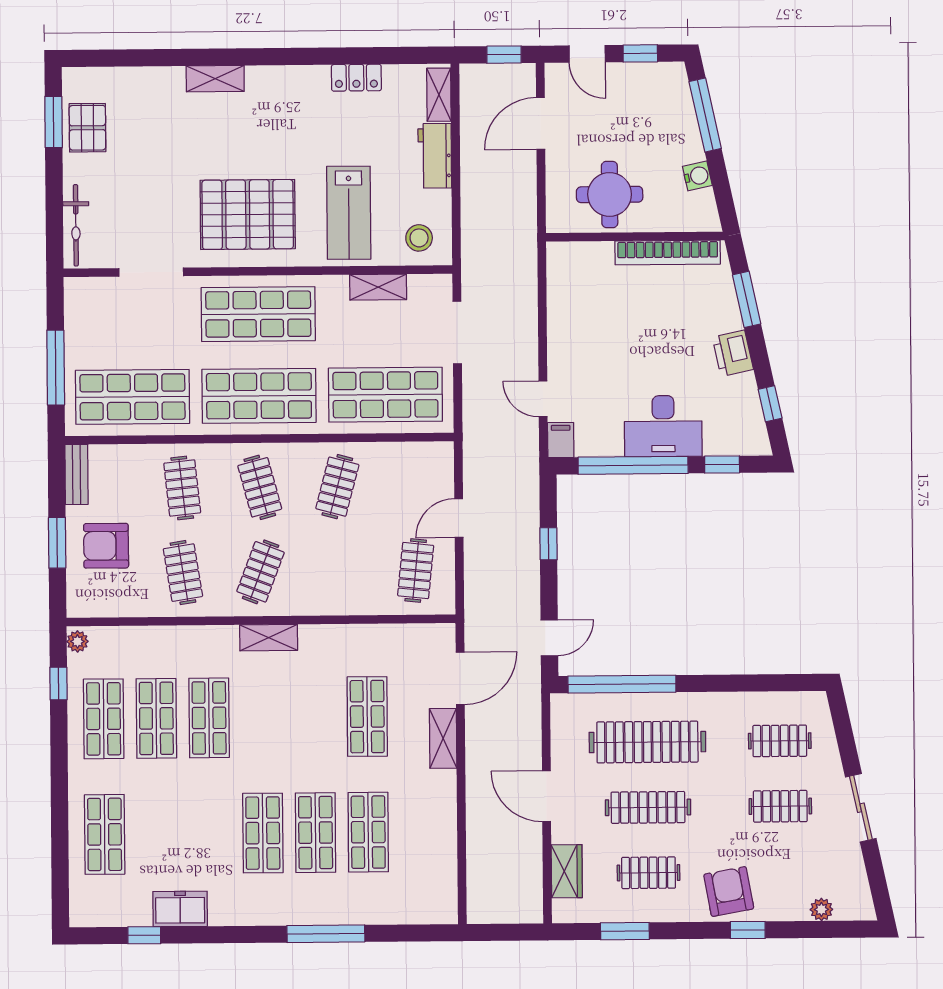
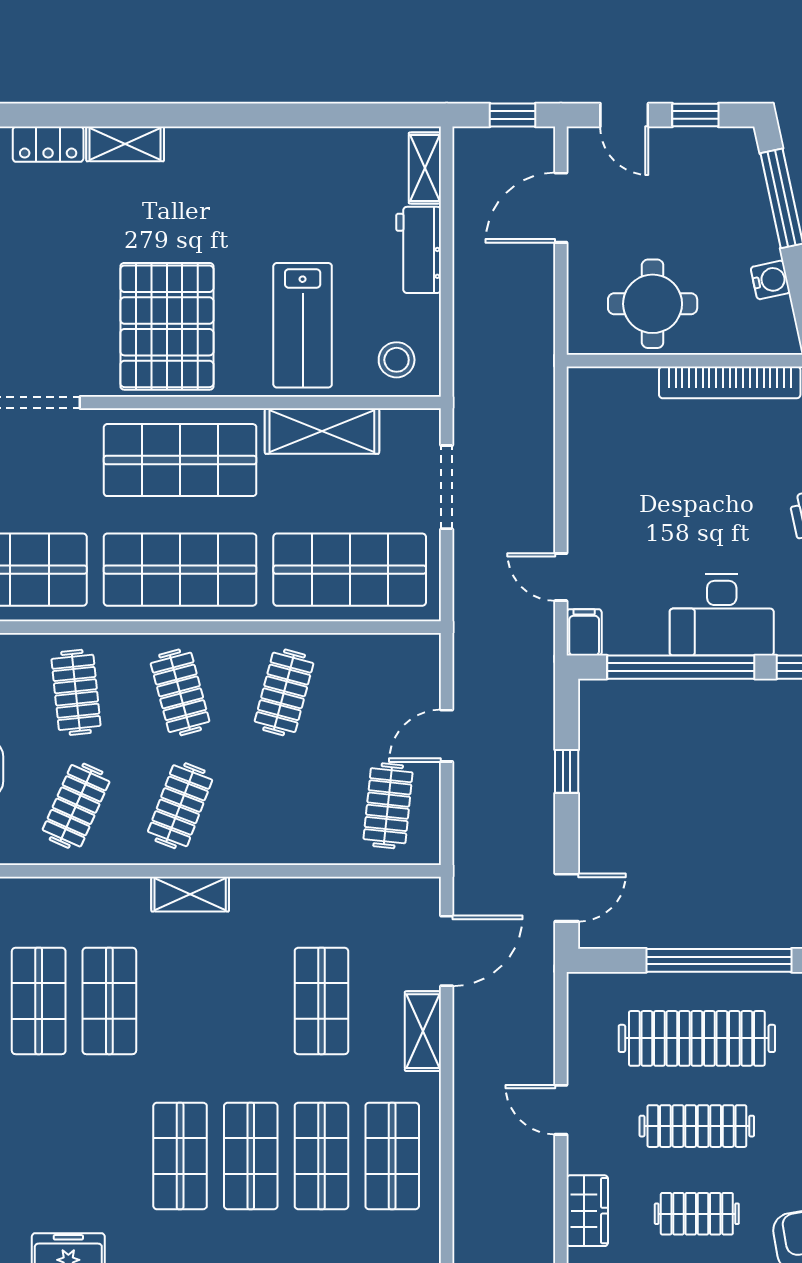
locker: (356, 78) -> (48, 144), moved
pallet: (248, 214) -> (167, 326), turned 90
shelving: (378, 287) -> (322, 431), width x1.50, depth x1.33
clothes rail: (183, 573) -> (76, 806), turned 33
window: (622, 684) -> (719, 960), moved
door: (546, 796) -> (561, 1110), width x0.73
shop shelf: (421, 832) -> (392, 1156), added

